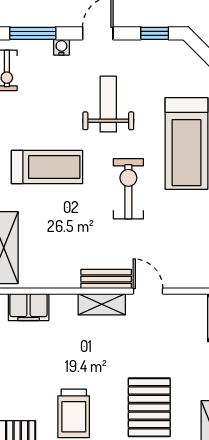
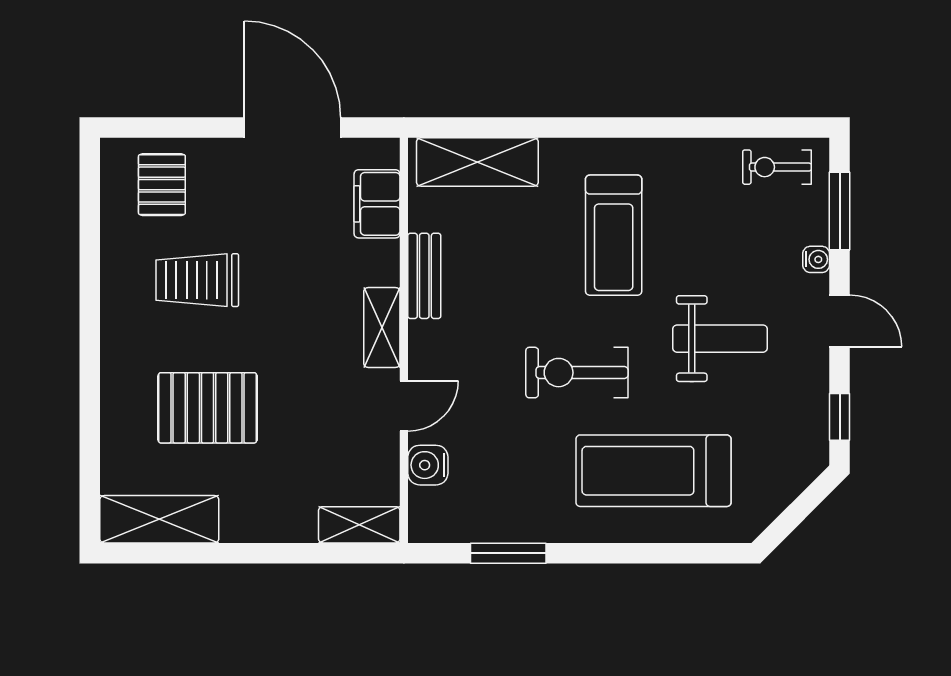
exercise bike: (128, 189) -> (577, 373), turned 180
water cooler: (183, 277) -> (428, 465), added
bench: (106, 279) -> (424, 276), moved

